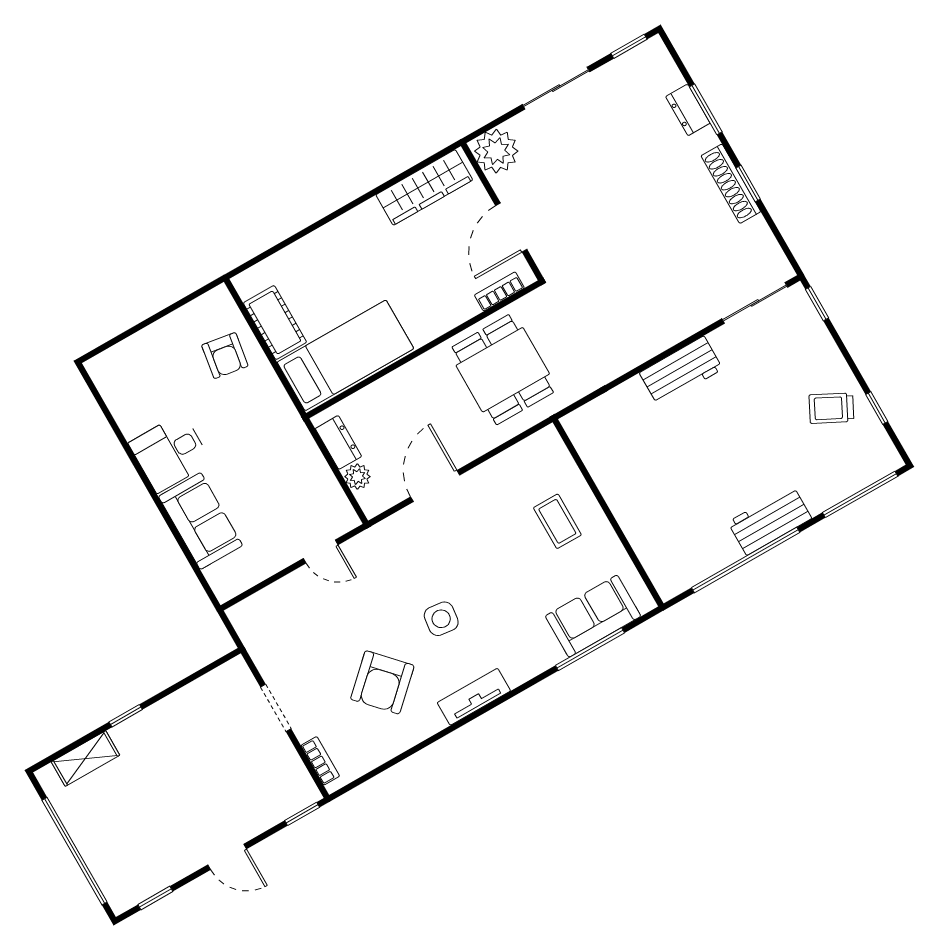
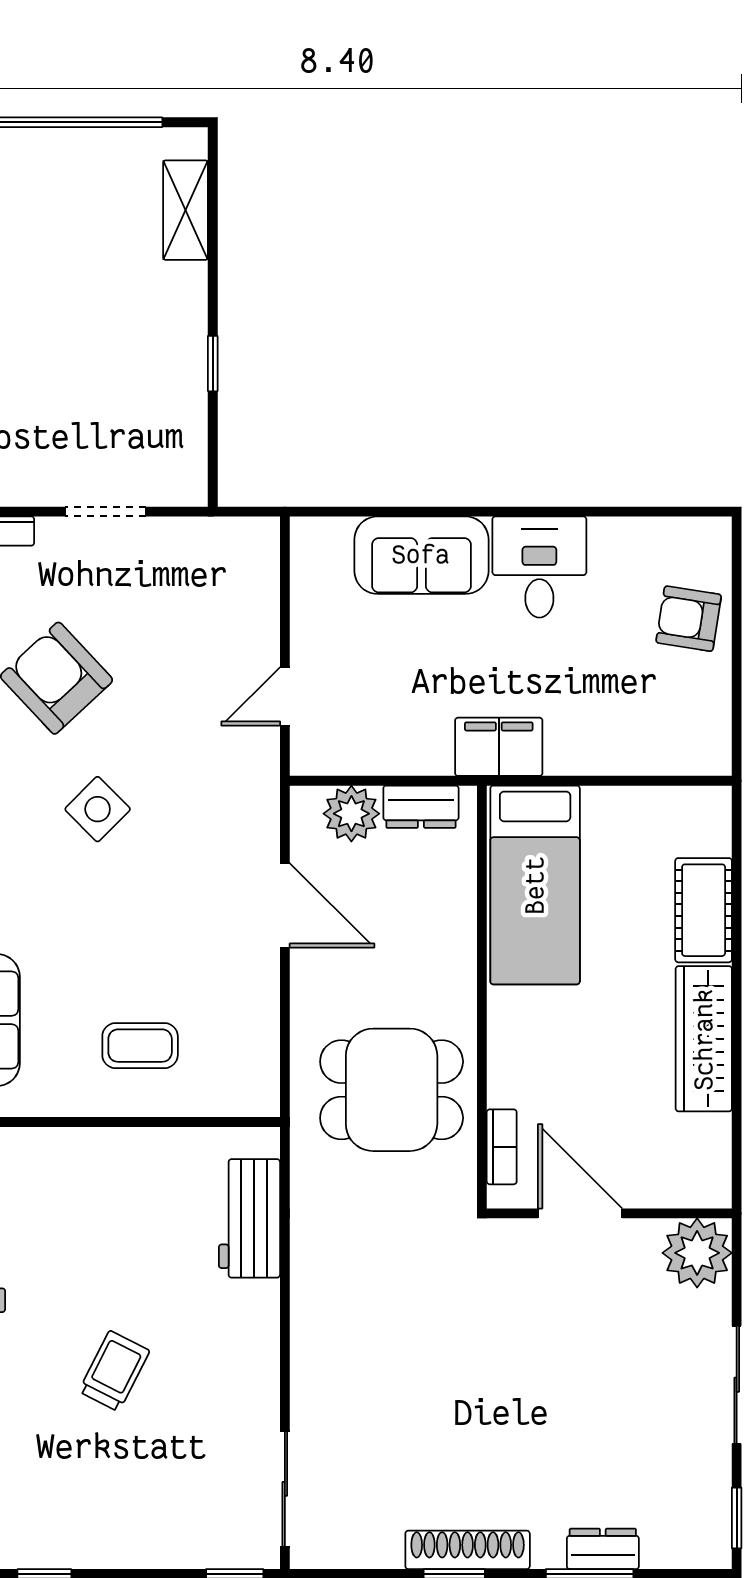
wardrobe: (424, 187) -> (704, 1039), moved
cot: (275, 322) -> (704, 910), moved, turned 90
armchair: (225, 356) -> (689, 619), moved
workbench: (681, 371) -> (249, 1218), moved
trolley: (831, 408) -> (114, 1371), moved
filing cabinet: (281, 419) -> (499, 747), added
plant: (357, 477) -> (351, 814), width x1.38, depth x1.38
side table: (441, 619) -> (98, 809), turned 38
window: (126, 716) -> (213, 364), moved

